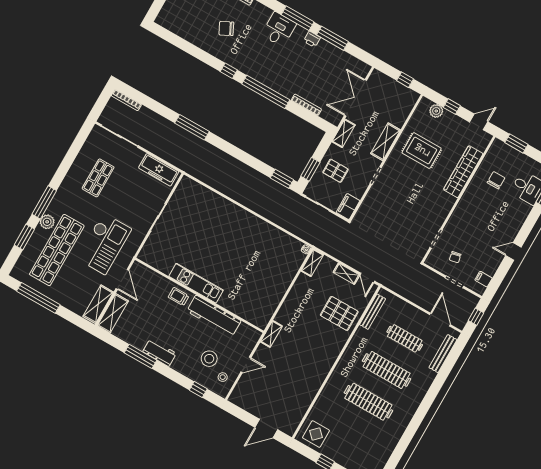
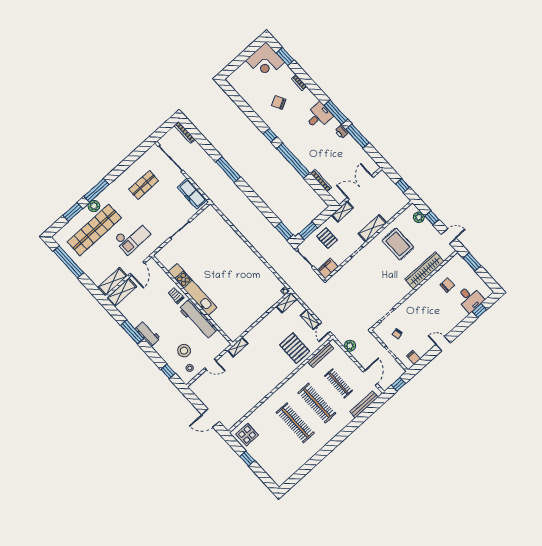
checkout: (104, 244) -> (132, 237), width x0.73, depth x0.83
kitchen unit: (196, 283) -> (193, 290), width x1.36
plant: (404, 289) -> (350, 346), added

